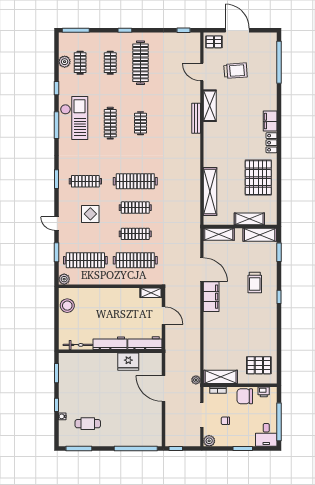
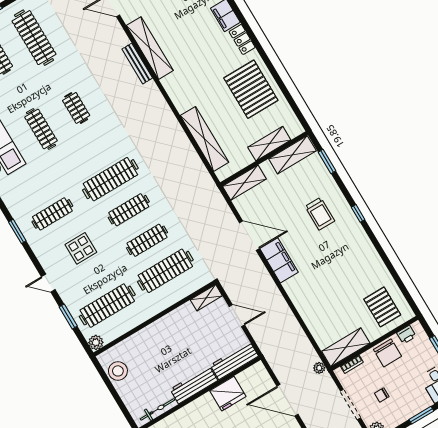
shelving: (210, 106) -> (150, 48), width x1.47
pallet: (259, 365) -> (382, 307), turned 90
chair: (245, 396) -> (387, 353), turned -90

